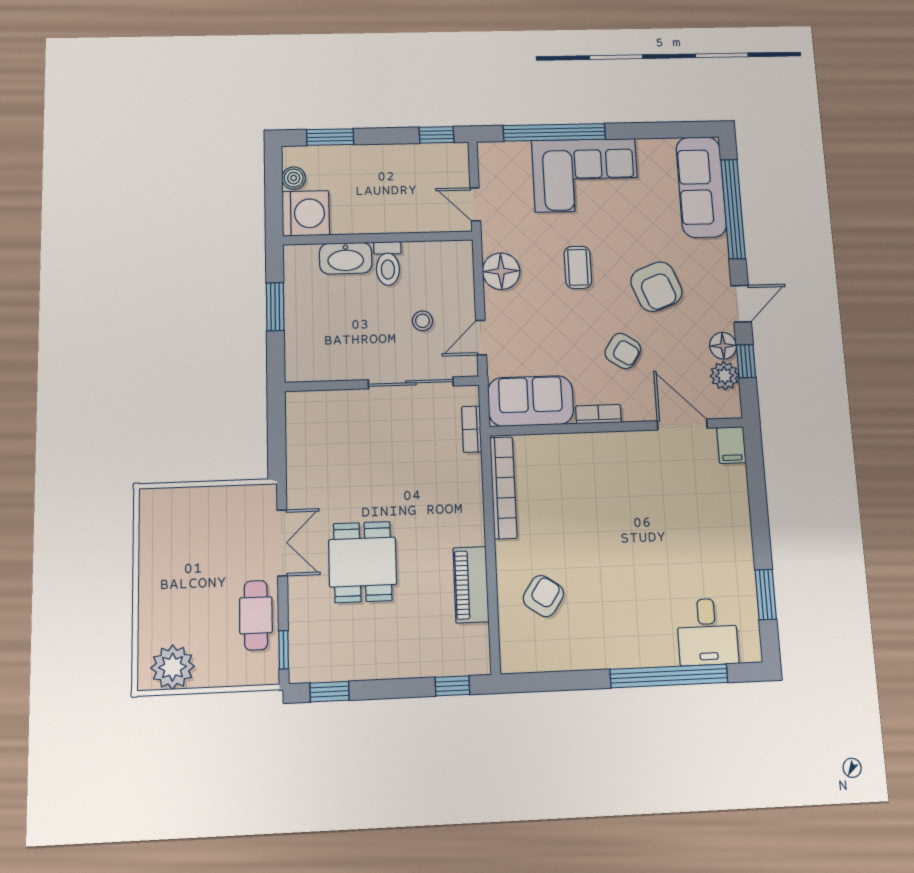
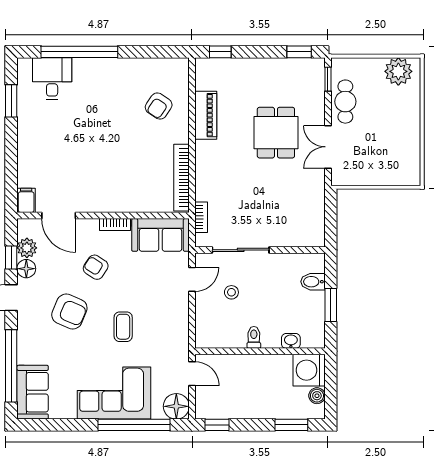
sofa: (701, 187) -> (33, 392), width x0.73
washbasin: (346, 258) -> (291, 341), width x0.52, depth x0.69
toilet: (388, 263) -> (254, 337), width x0.73, depth x0.72
floor lamp: (501, 271) -> (176, 406), moved
armchair: (656, 287) -> (69, 312), turned 134
bidet: (302, 340) -> (313, 282), added

